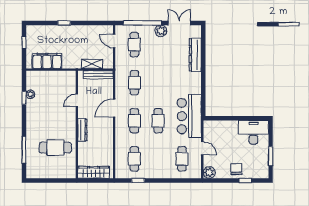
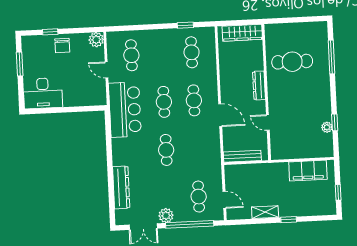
shelving: (92, 64) -> (265, 212), moved
cafe table: (134, 83) -> (166, 150), moved
door: (77, 100) -> (268, 122), swing flipped
door: (114, 108) -> (220, 115), hinge flipped

